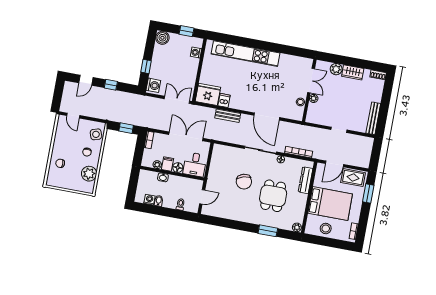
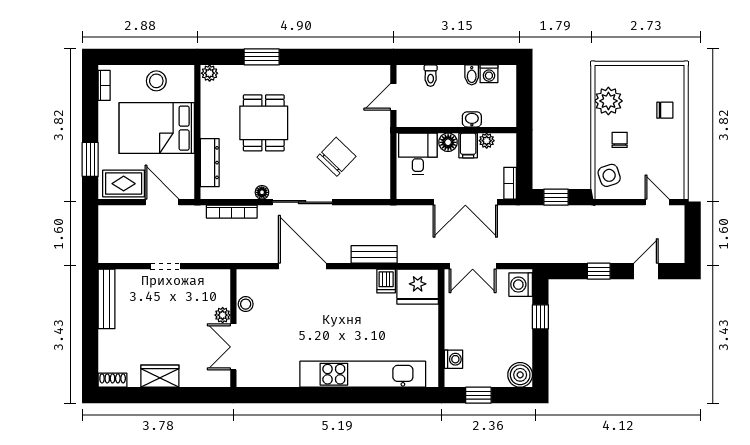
plant: (336, 69) -> (191, 376), removed
double door: (186, 136) -> (465, 202), moved
door: (335, 164) -> (162, 202), hinge flipped
chair: (244, 182) -> (337, 157), moved, turned 60

